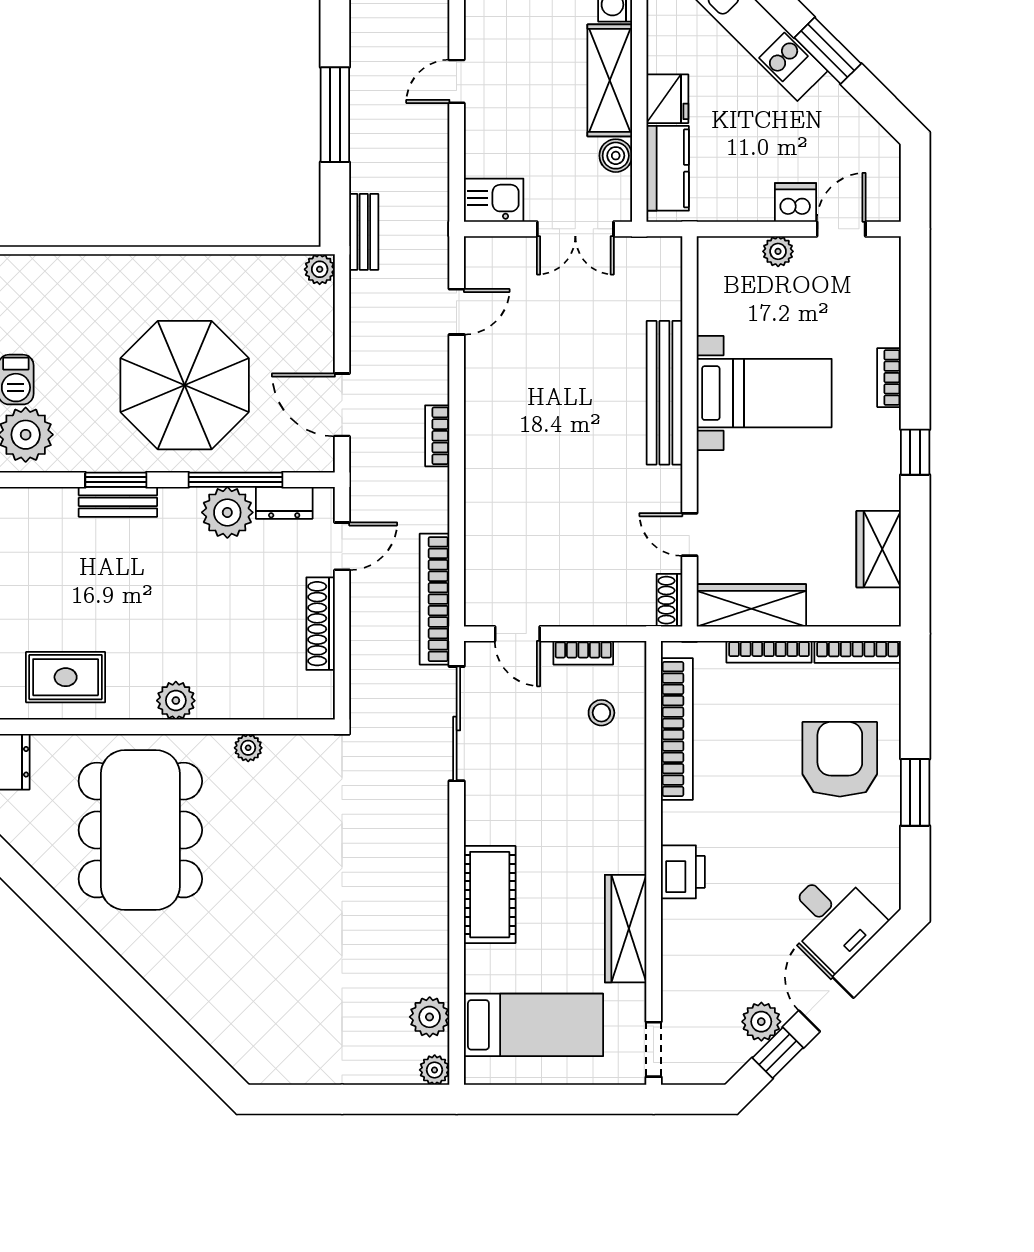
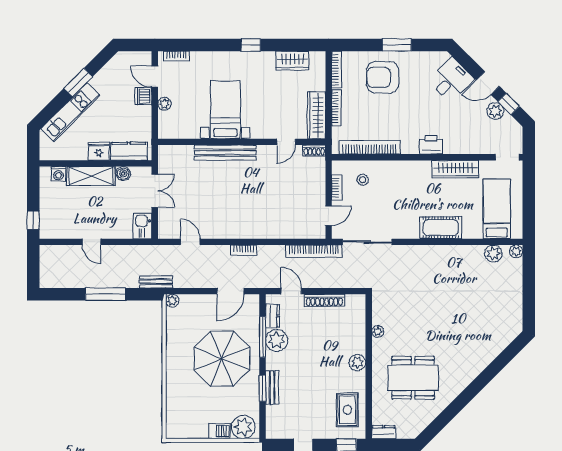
bookcase: (889, 378) -> (176, 56), moved
dining table: (140, 830) -> (413, 378), width x0.73, depth x0.80

